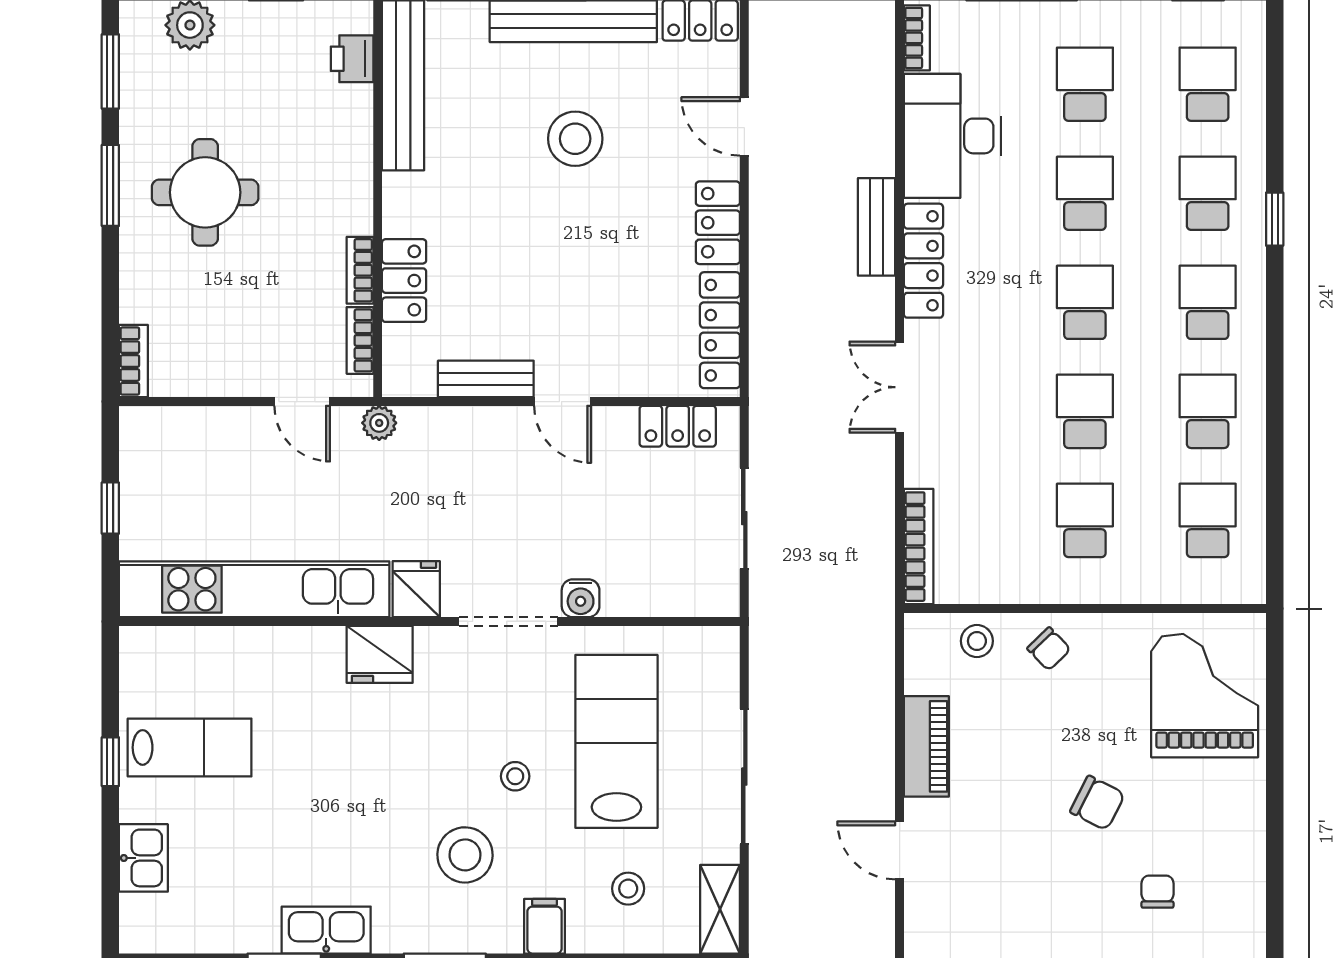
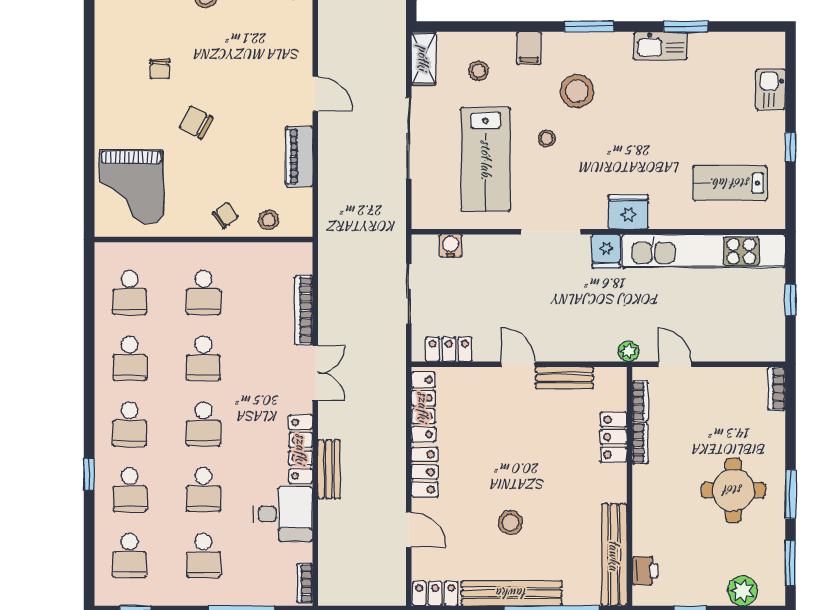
desk: (953, 136) -> (283, 514), width x0.73
stool: (575, 139) -> (510, 522), width x0.73, depth x0.73
bookcase: (919, 547) -> (304, 310), moved
water cooler: (581, 598) -> (451, 246), moved
chair: (1049, 649) -> (225, 215), turned 96
lab bench: (190, 747) -> (730, 183), moved

